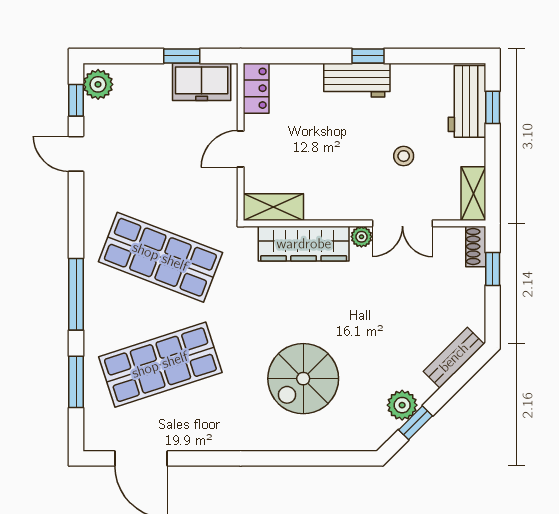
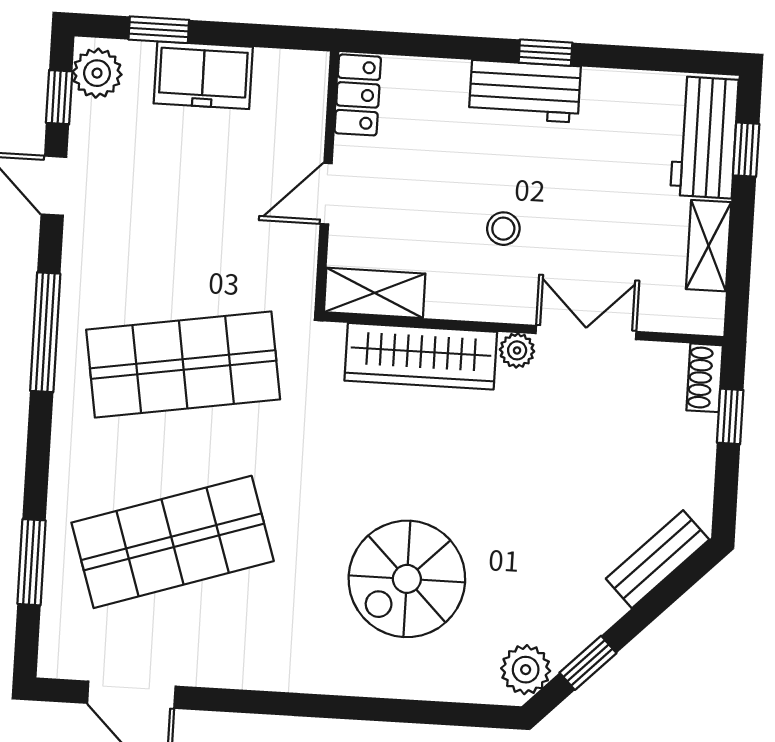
window: (182, 56) -> (159, 30), moved
freezer: (202, 82) -> (203, 75), moved
stool: (404, 156) -> (503, 229), moved
shelving: (473, 194) -> (709, 246), moved
double door: (402, 223) -> (586, 332), swing flipped
shop shelf: (160, 257) -> (183, 364), turned -30
window: (76, 294) -> (45, 332), moved
plant: (402, 405) -> (526, 670), moved

